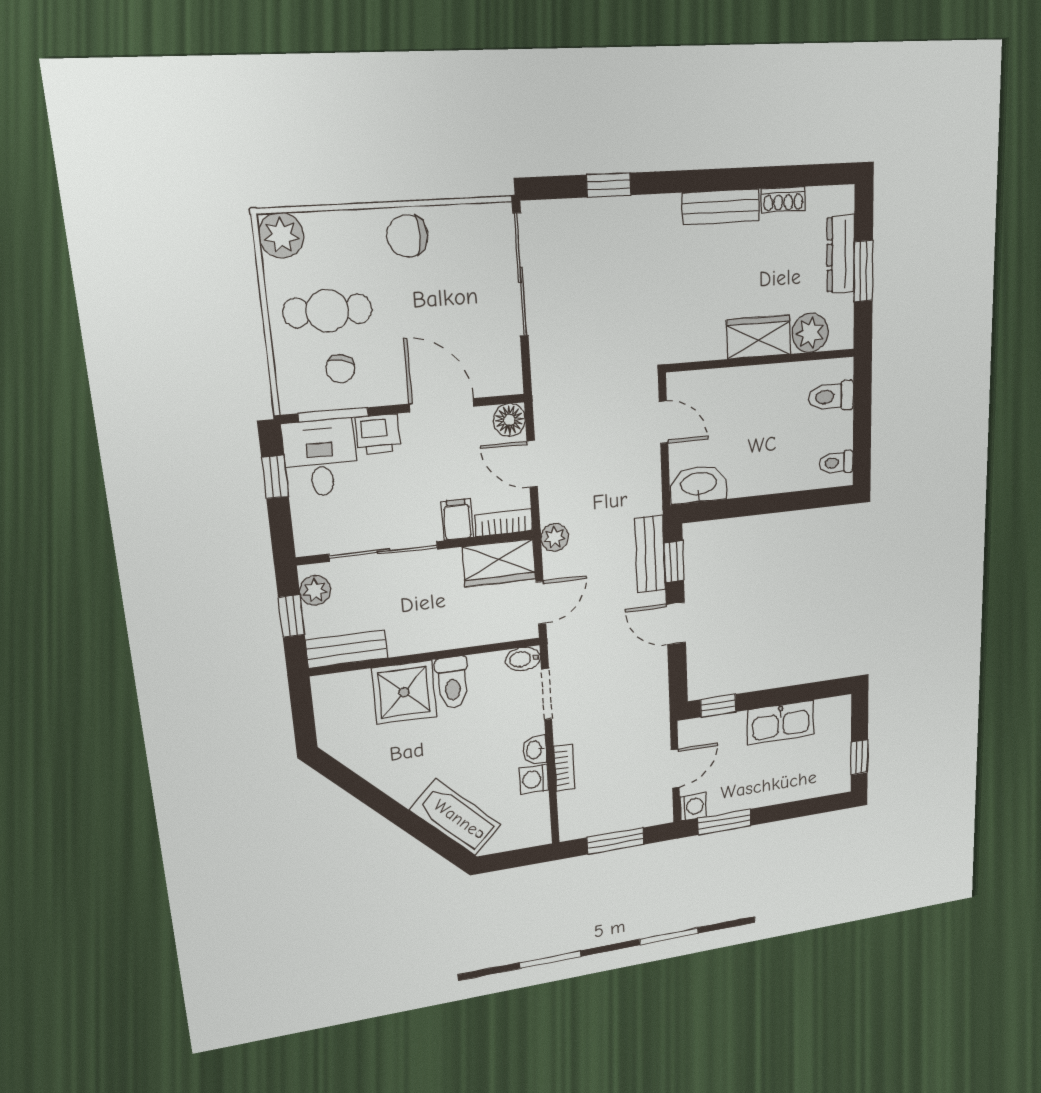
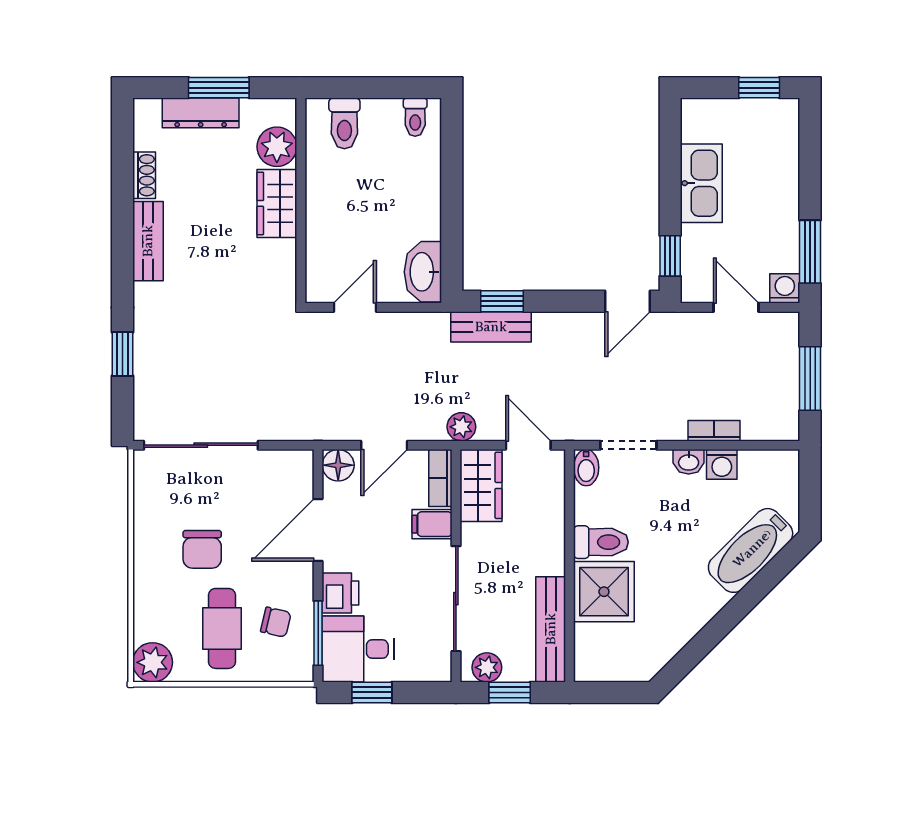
chair: (407, 236) -> (202, 549), moved
door: (676, 623) -> (627, 301), moved
bench: (347, 649) -> (551, 629), width x1.36

